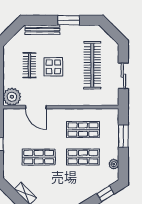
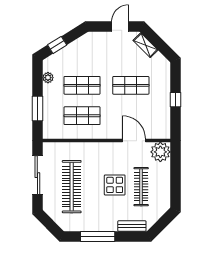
window: (69, 20) -> (98, 236), width x1.44
bench: (42, 30) -> (132, 226), width x0.73
clothes rail: (29, 65) -> (141, 187), width x1.36
sliding door: (123, 76) -> (37, 175), width x1.37

